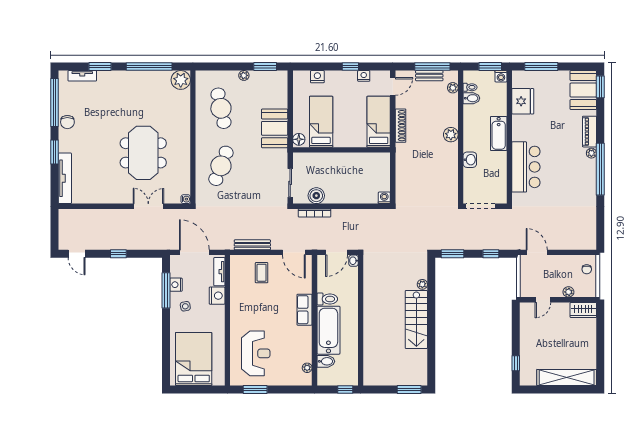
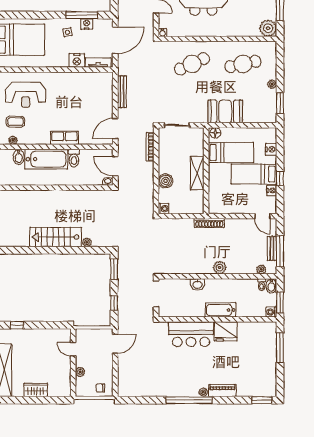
booth: (583, 90) -> (259, 385), removed
bidet: (471, 98) -> (271, 286), moved
fridge: (523, 101) -> (226, 331), moved
bed: (379, 122) -> (254, 174), moved, turned 180
shoe rack: (400, 126) -> (209, 223), moved
shelving: (344, 160) -> (197, 173), added
cafe table: (221, 166) -> (192, 64), turned -45
boiler: (316, 196) -> (166, 181), moved
coffee table: (262, 273) -> (15, 122), moved
wardrobe: (583, 310) -> (36, 390), moved, turned 90

